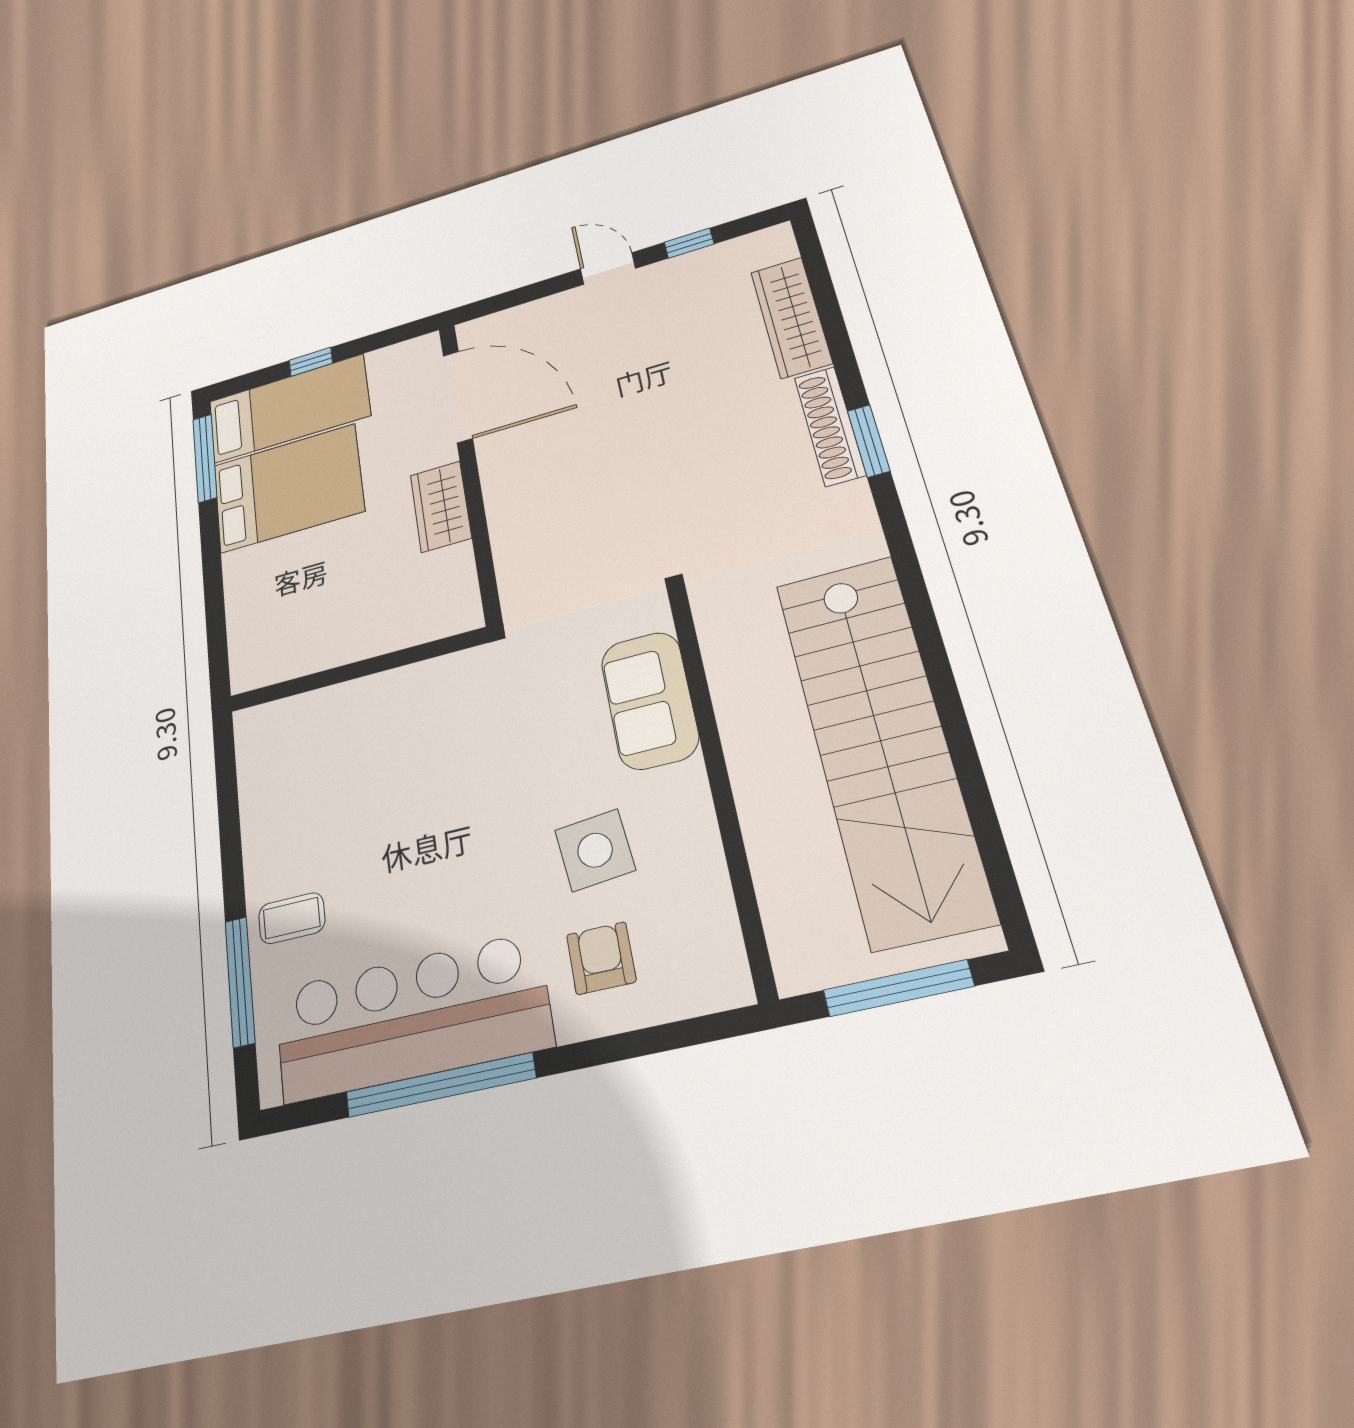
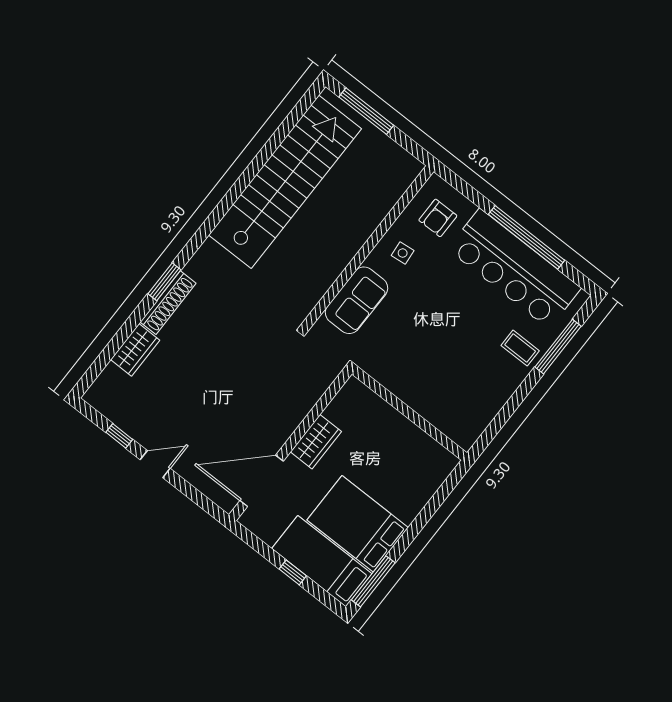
door: (608, 269) -> (155, 464), swing flipped
wardrobe: (791, 317) -> (135, 350), width x0.67
door: (458, 397) -> (262, 481), hinge flipped
sofa: (650, 700) -> (357, 300), moved
wall: (720, 784) -> (368, 247), moved
side table: (595, 850) -> (403, 253), width x0.54, depth x0.54

